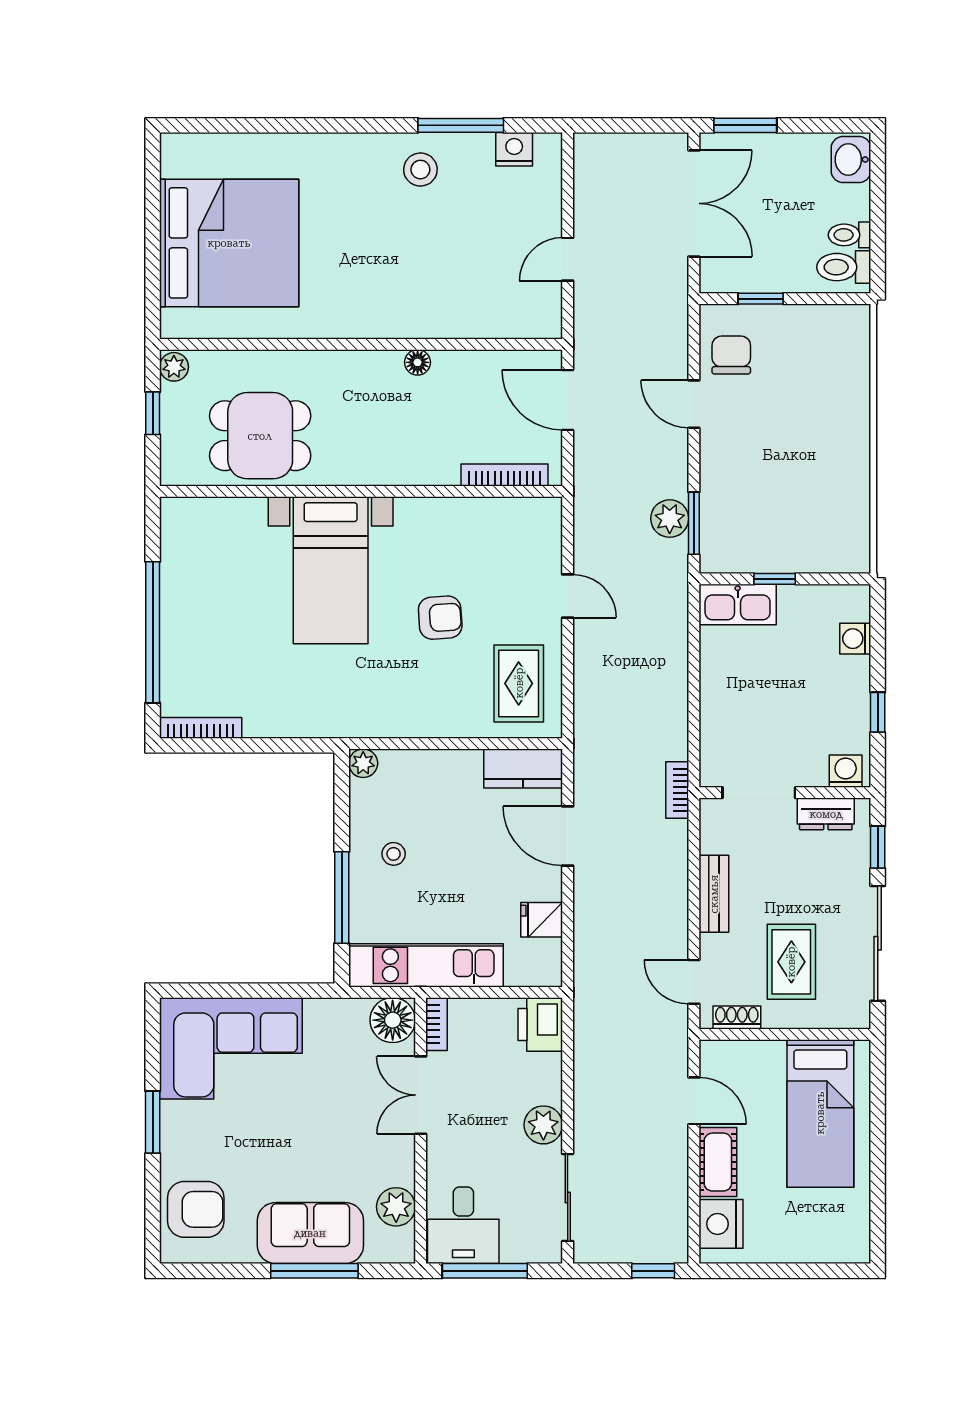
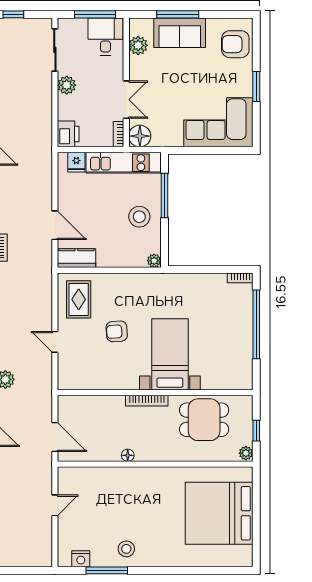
bookcase: (504, 475) -> (147, 401), moved
bookcase: (201, 728) -> (240, 278), width x0.64
stool: (394, 854) -> (139, 217), width x1.89, depth x1.89
fridge: (542, 920) -> (76, 162), moved, turned 90

